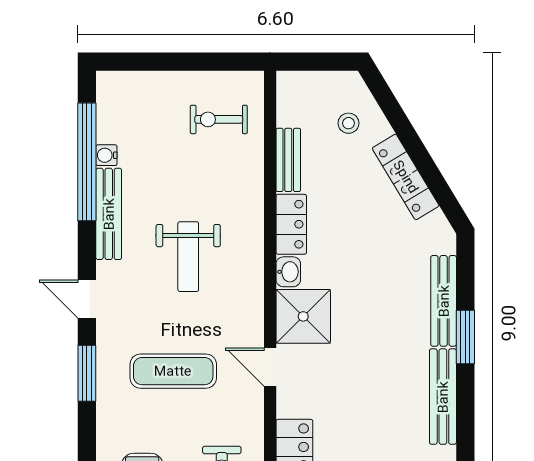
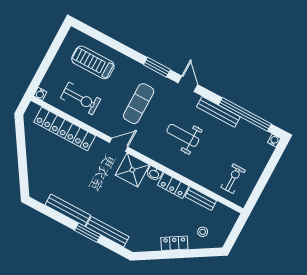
water cooler: (106, 155) -> (274, 141), moved
locker: (406, 177) -> (174, 243), width x0.66
door: (87, 299) -> (188, 84), hinge flipped

